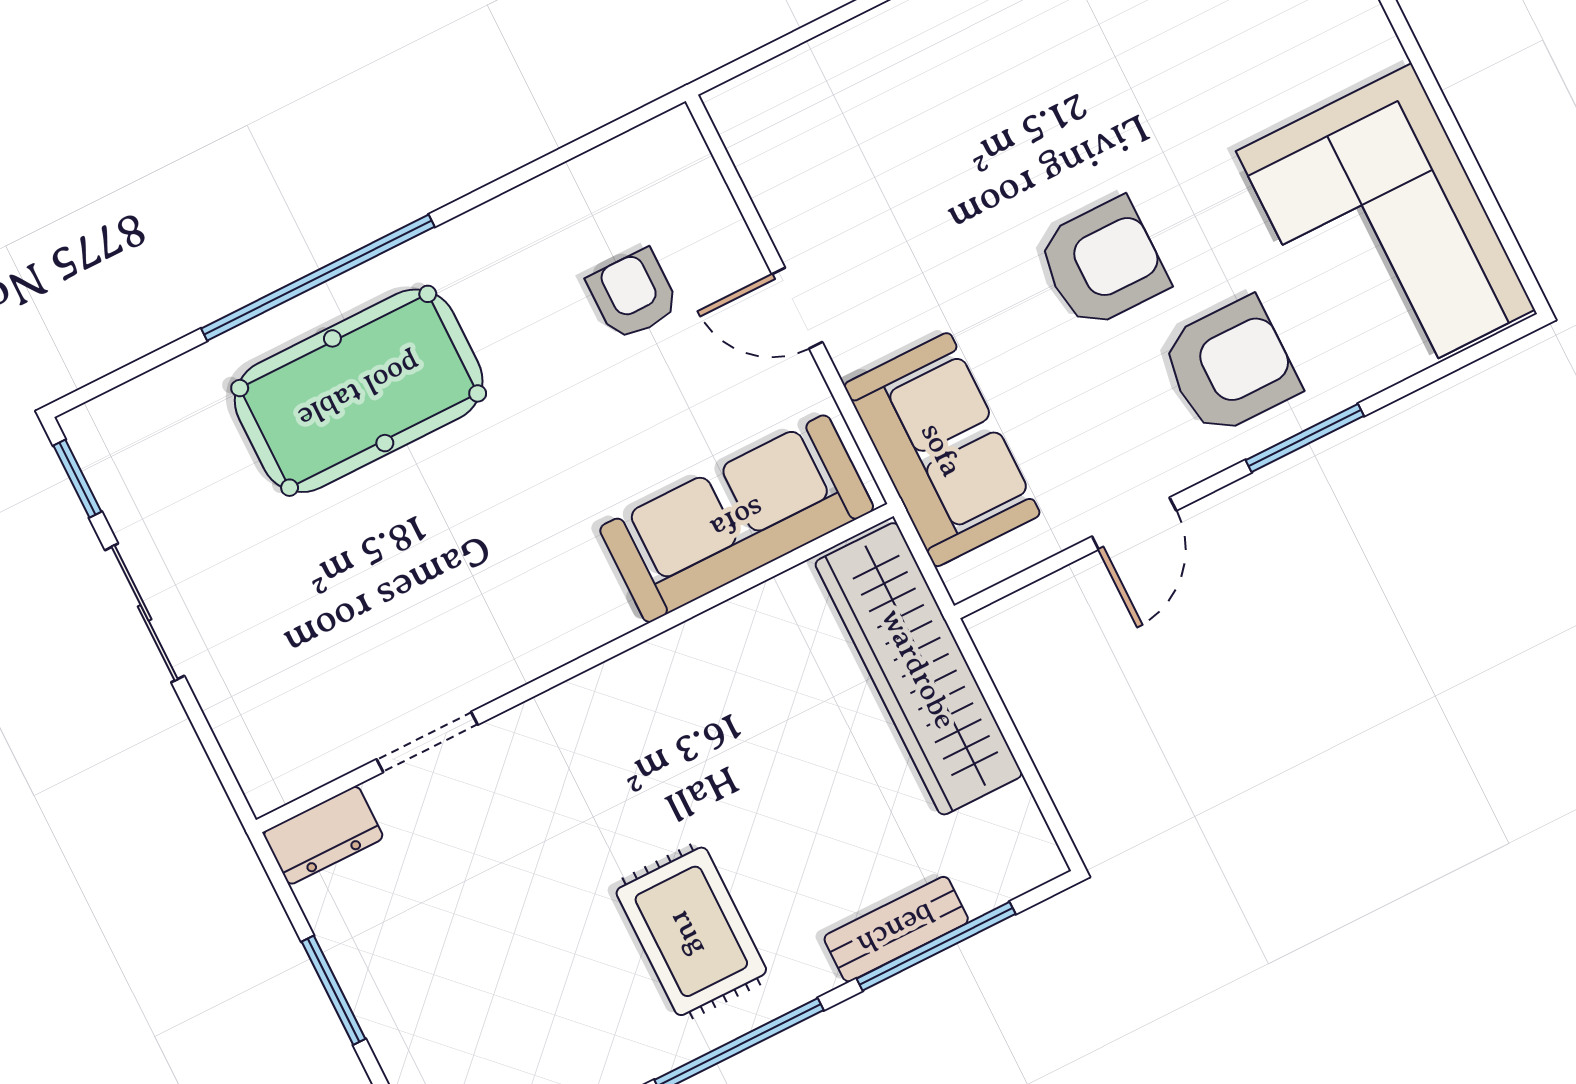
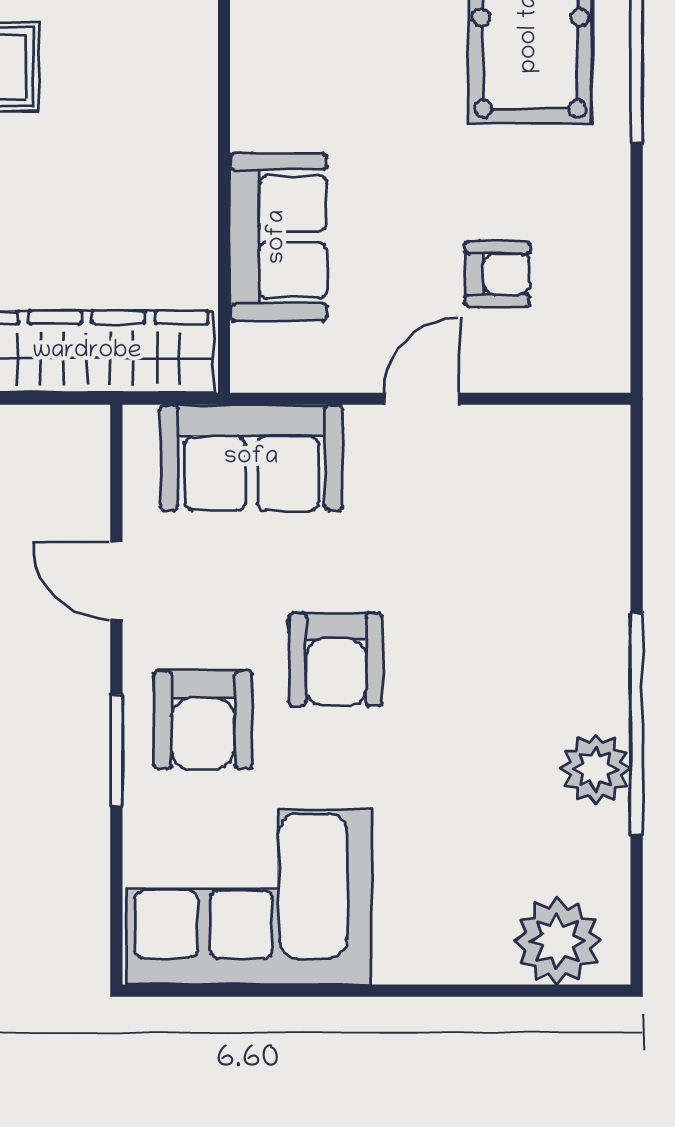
sofa: (737, 519) -> (278, 237), width x0.73

